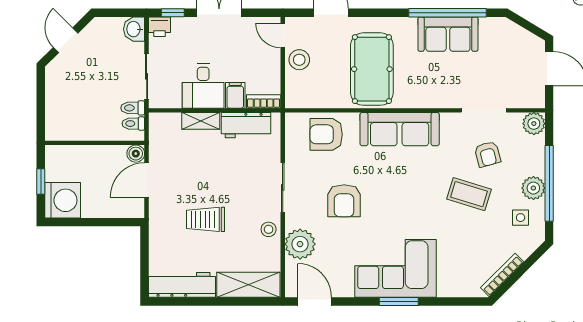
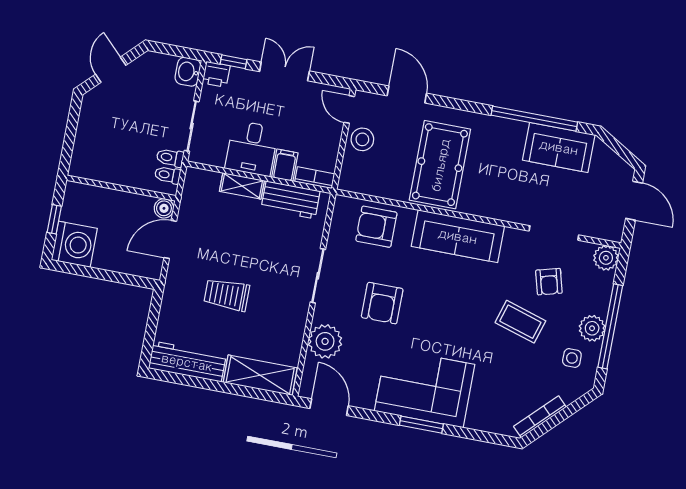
sofa: (448, 34) -> (559, 147), moved
stool: (269, 229) -> (294, 319), removed

